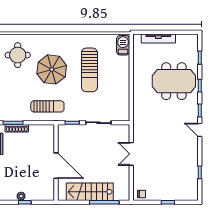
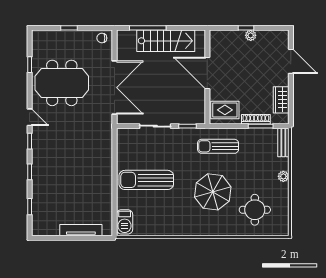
sun lounger: (89, 70) -> (146, 180), moved, turned -90
meeting table: (174, 81) -> (62, 83), moved
rug: (42, 136) -> (225, 110), added
double door: (131, 154) -> (115, 88), width x1.87

